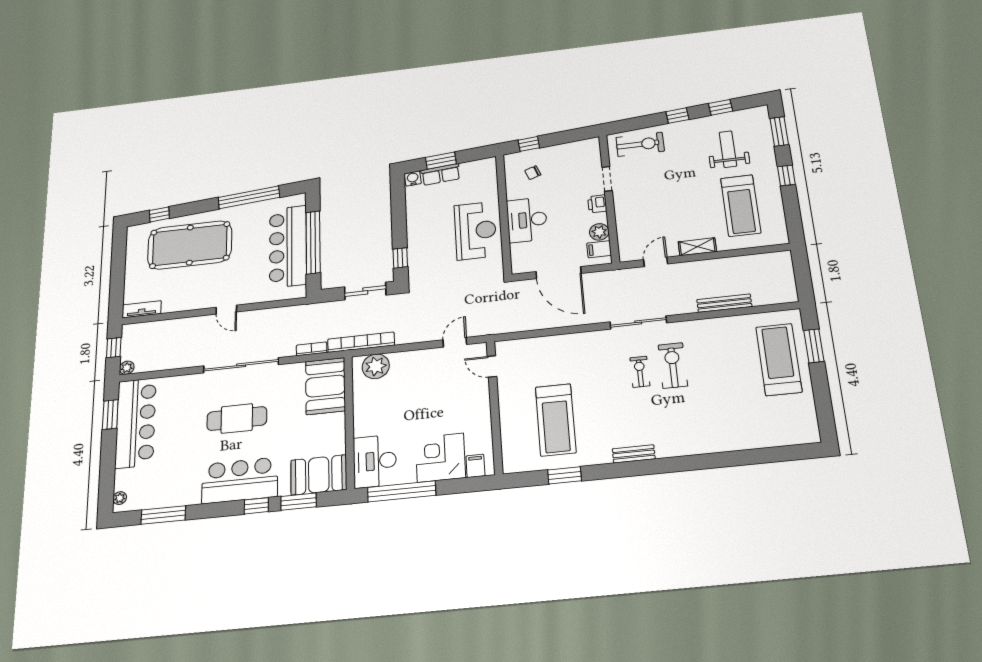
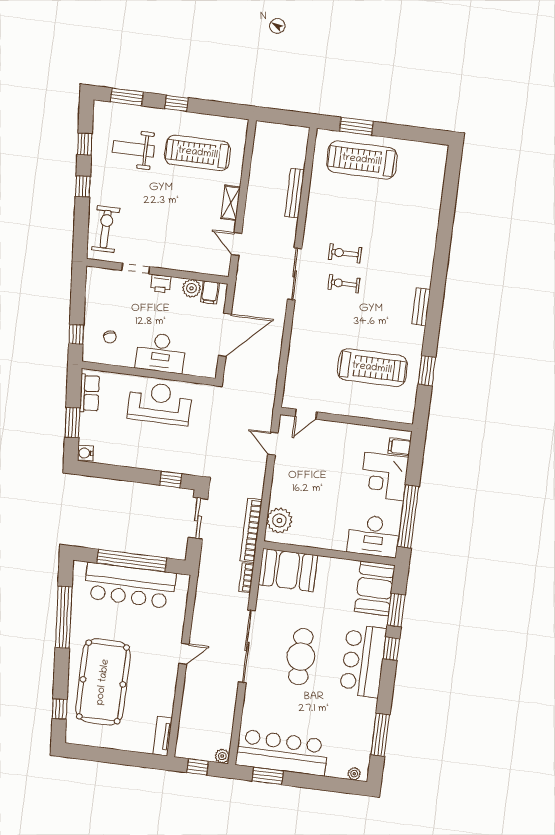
row of seats: (441, 174) -> (90, 393), moved
treadmill: (741, 206) -> (198, 153), turned 180
exercise bike: (673, 365) -> (345, 253), width x0.73, depth x0.72

